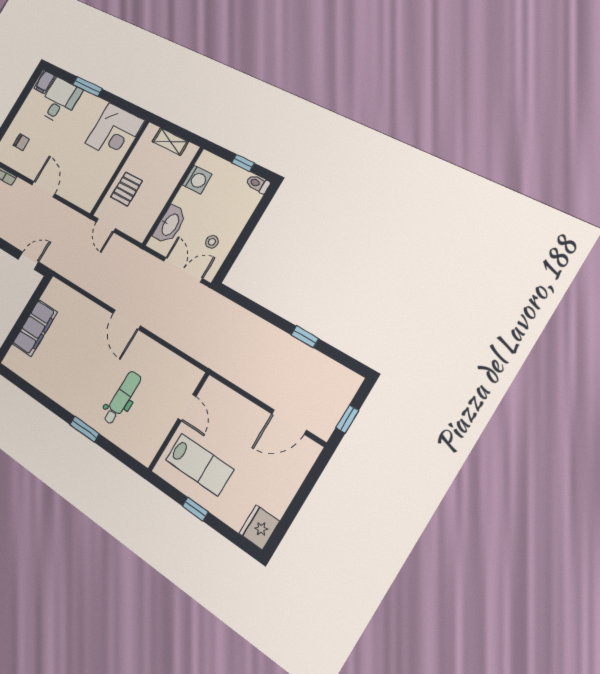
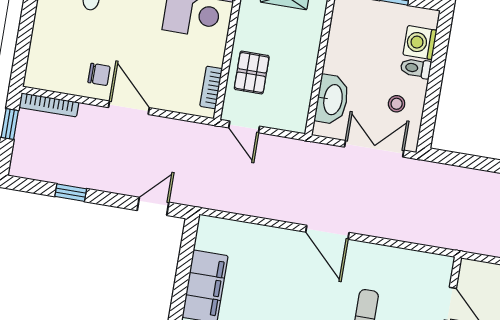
chair: (21, 142) -> (99, 74), moved
washing machine: (197, 180) -> (420, 43), moved, turned 180
toilet: (258, 184) -> (416, 68), moved
bookcase: (97, 191) -> (211, 87), added

